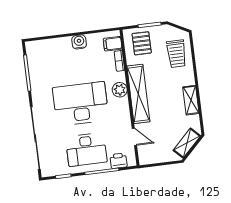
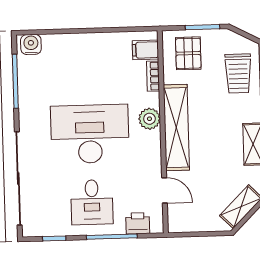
water cooler: (79, 42) -> (31, 44), moved
desk: (86, 149) -> (92, 202), width x0.73

